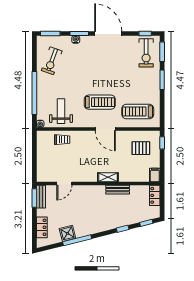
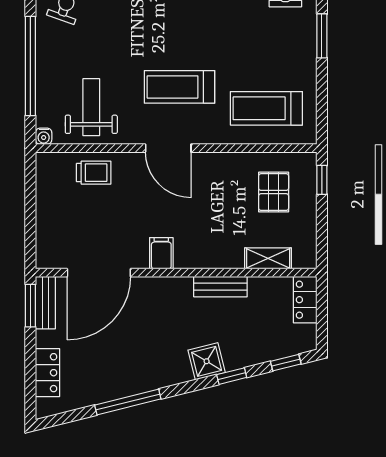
treadmill: (100, 102) -> (180, 87), turned 180
door: (105, 129) -> (168, 148), moved
pallet: (141, 148) -> (274, 192), turned 90
filing cabinet: (155, 175) -> (161, 253), moved
shelving: (108, 177) -> (268, 258), moved
door: (64, 184) -> (99, 273), width x1.88
shower: (67, 233) -> (207, 361), moved

